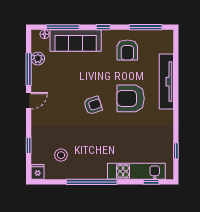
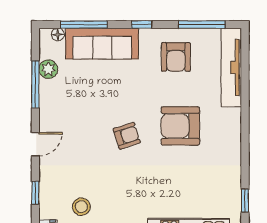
tv unit: (166, 82) -> (231, 68), moved
door: (29, 101) -> (35, 144), moved

